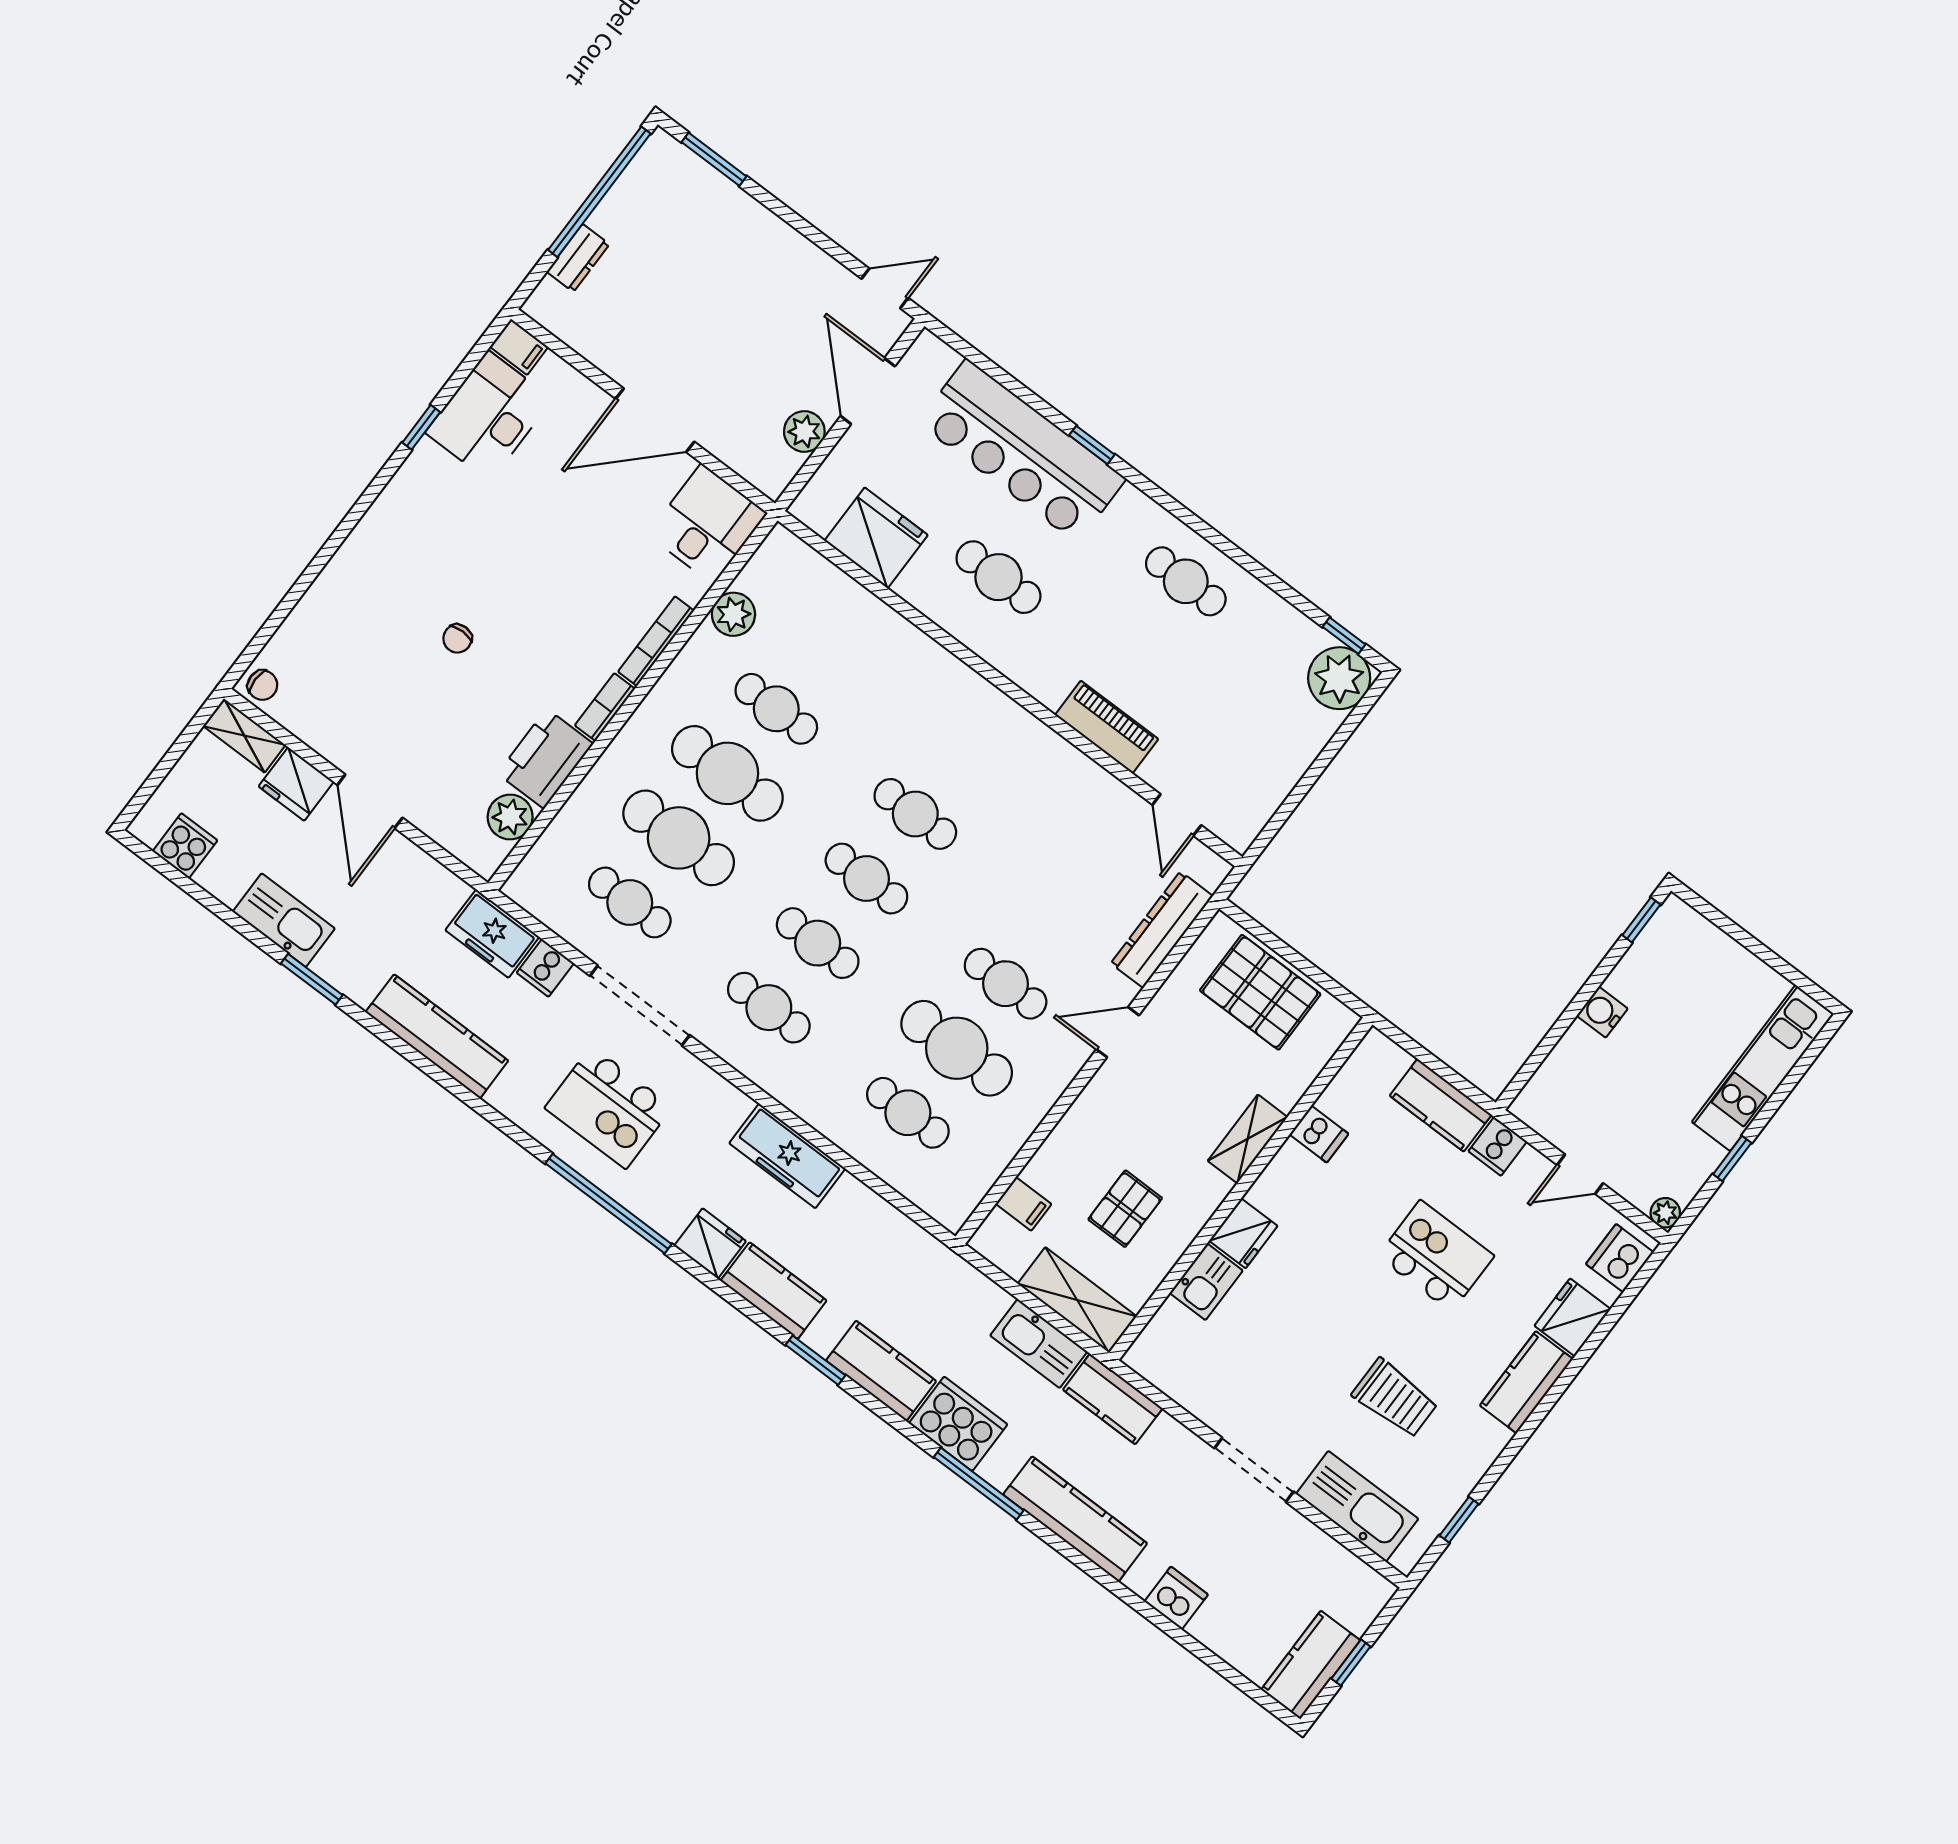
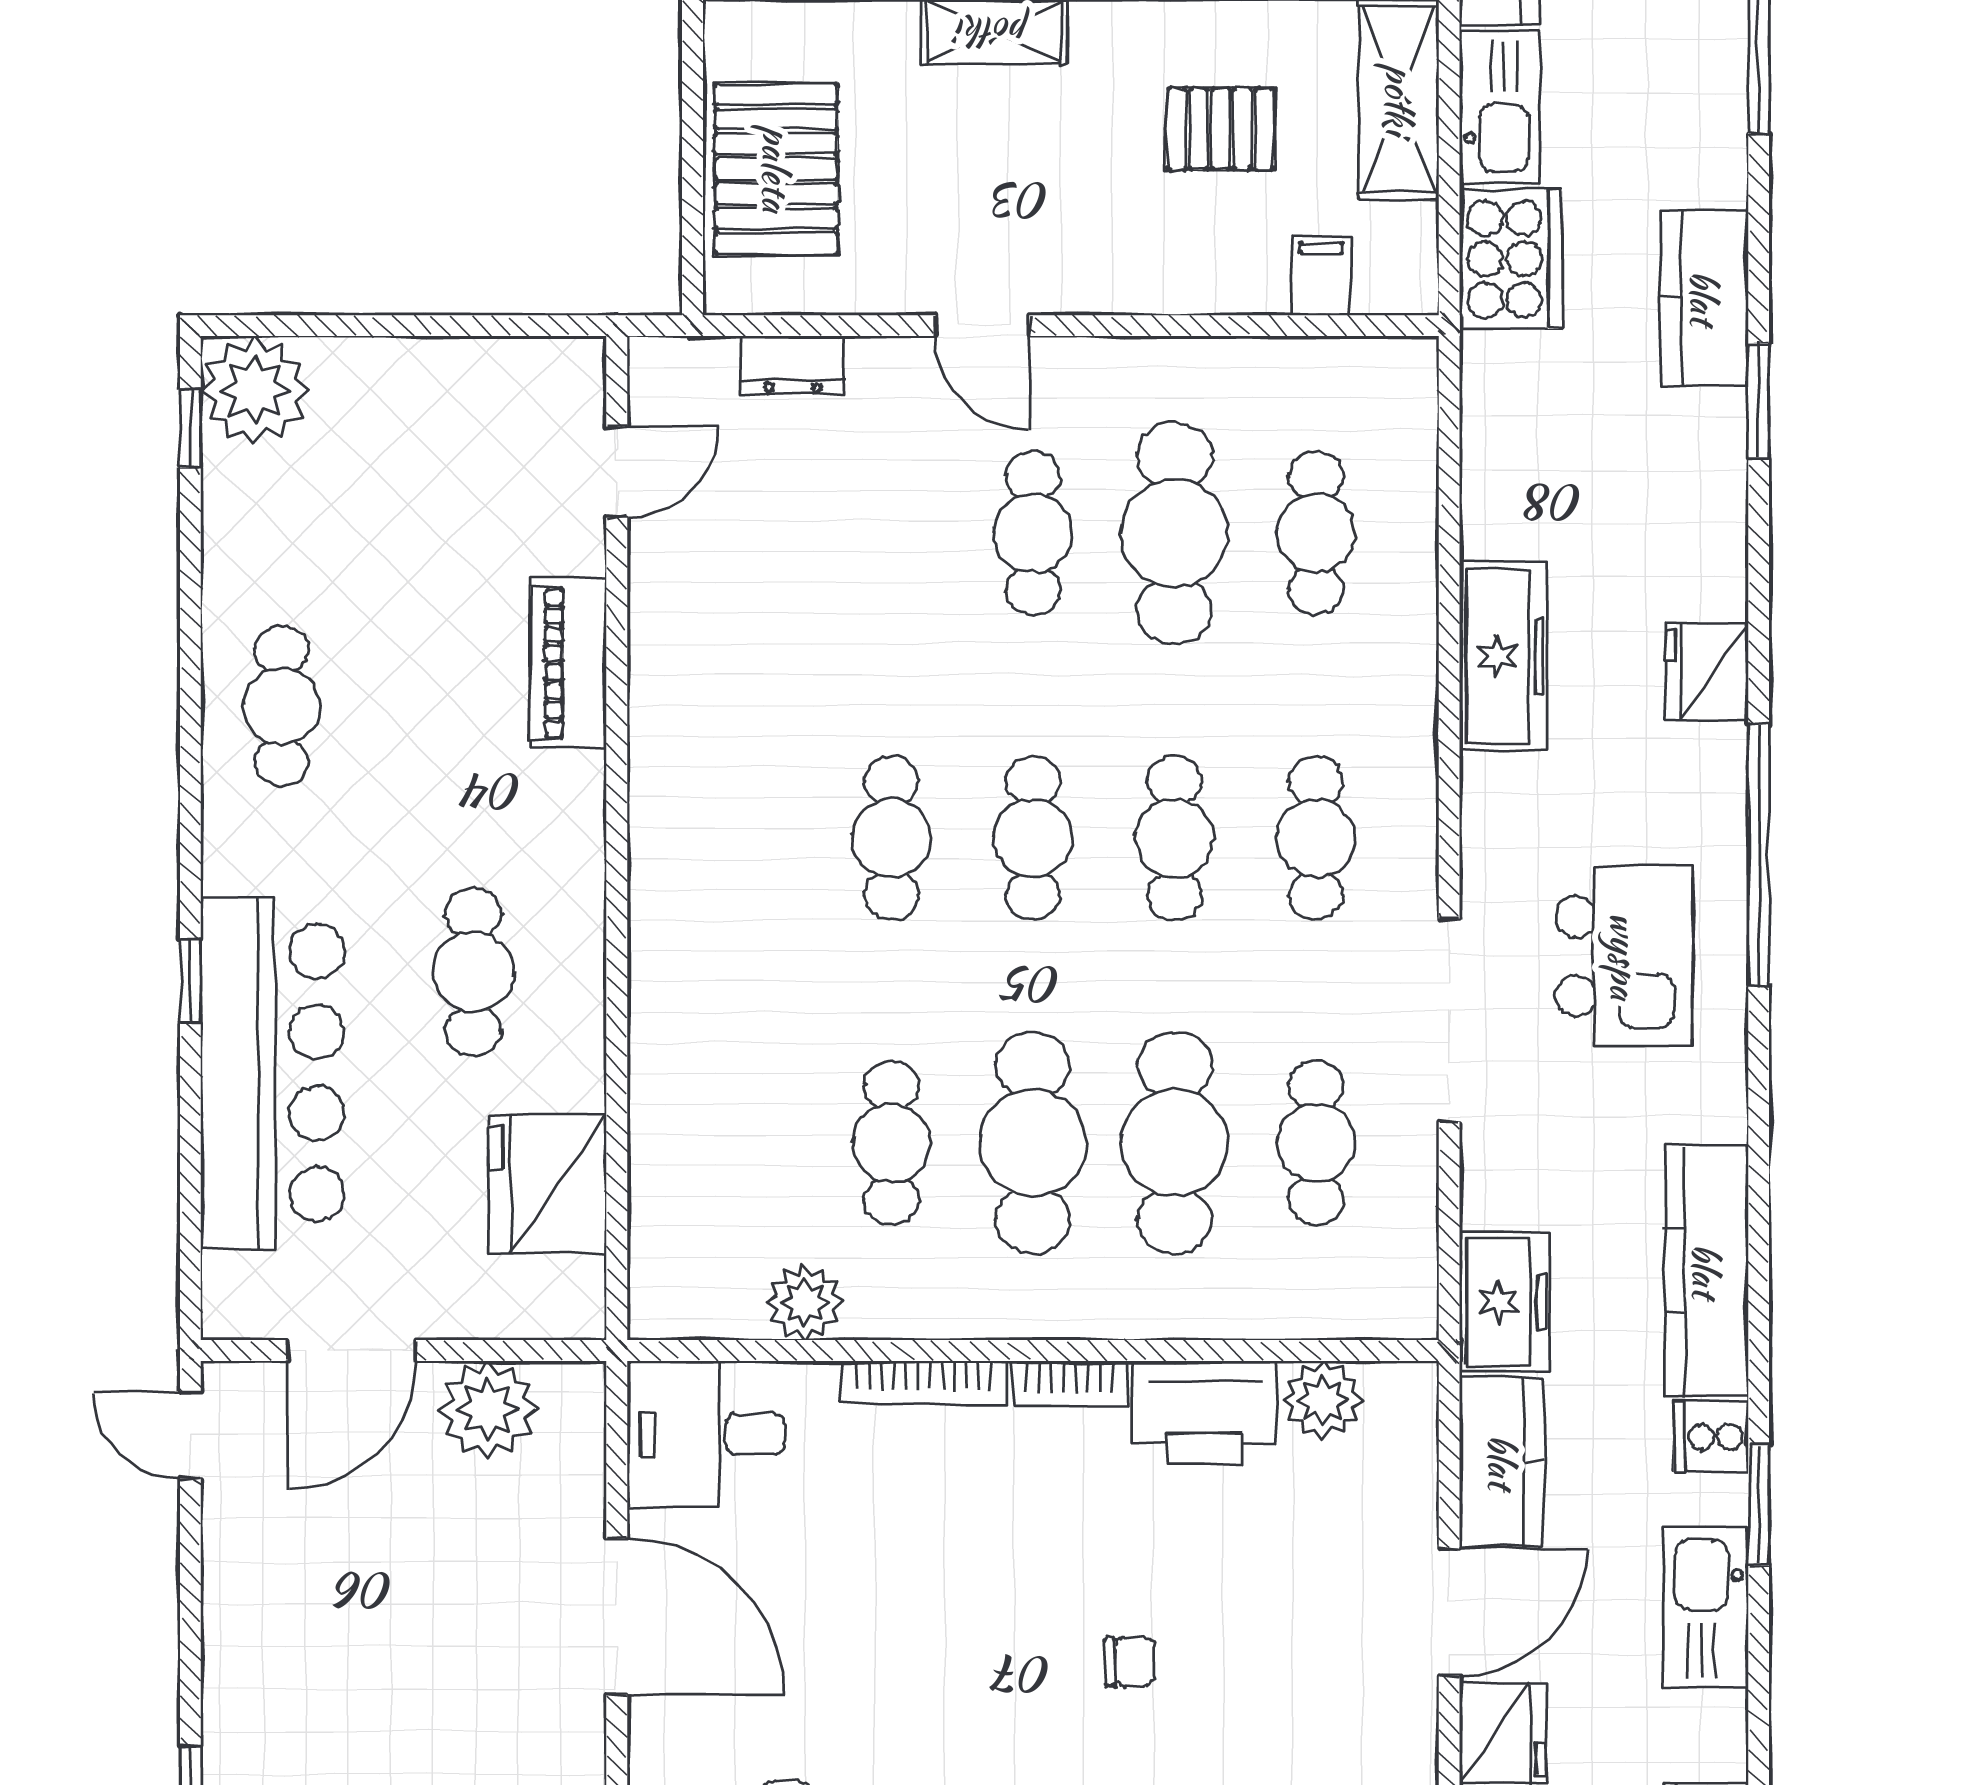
plant: (804, 432) -> (488, 1409), width x1.36, depth x1.36
dresser: (1162, 930) -> (793, 365), width x0.51, depth x0.80
cooker: (545, 968) -> (1711, 1437), moved, turned 180
kitchen counter: (774, 1291) -> (1502, 1462), moved, turned 180
cooker: (958, 1424) -> (1511, 259), moved, turned 180

